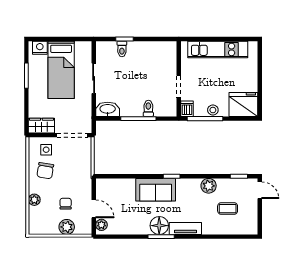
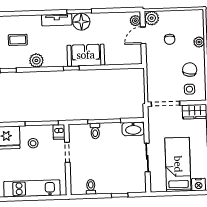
toilet: (122, 49) -> (91, 187), moved
stool: (213, 110) -> (33, 143), moved
door: (94, 209) -> (143, 35), hinge flipped
plant: (67, 227) -> (152, 18), moved

